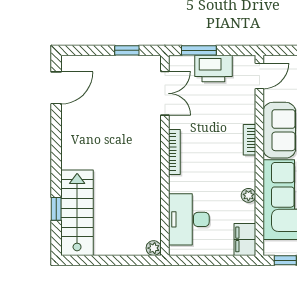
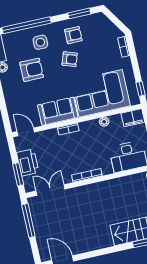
window: (127, 50) -> (28, 221), width x2.17

